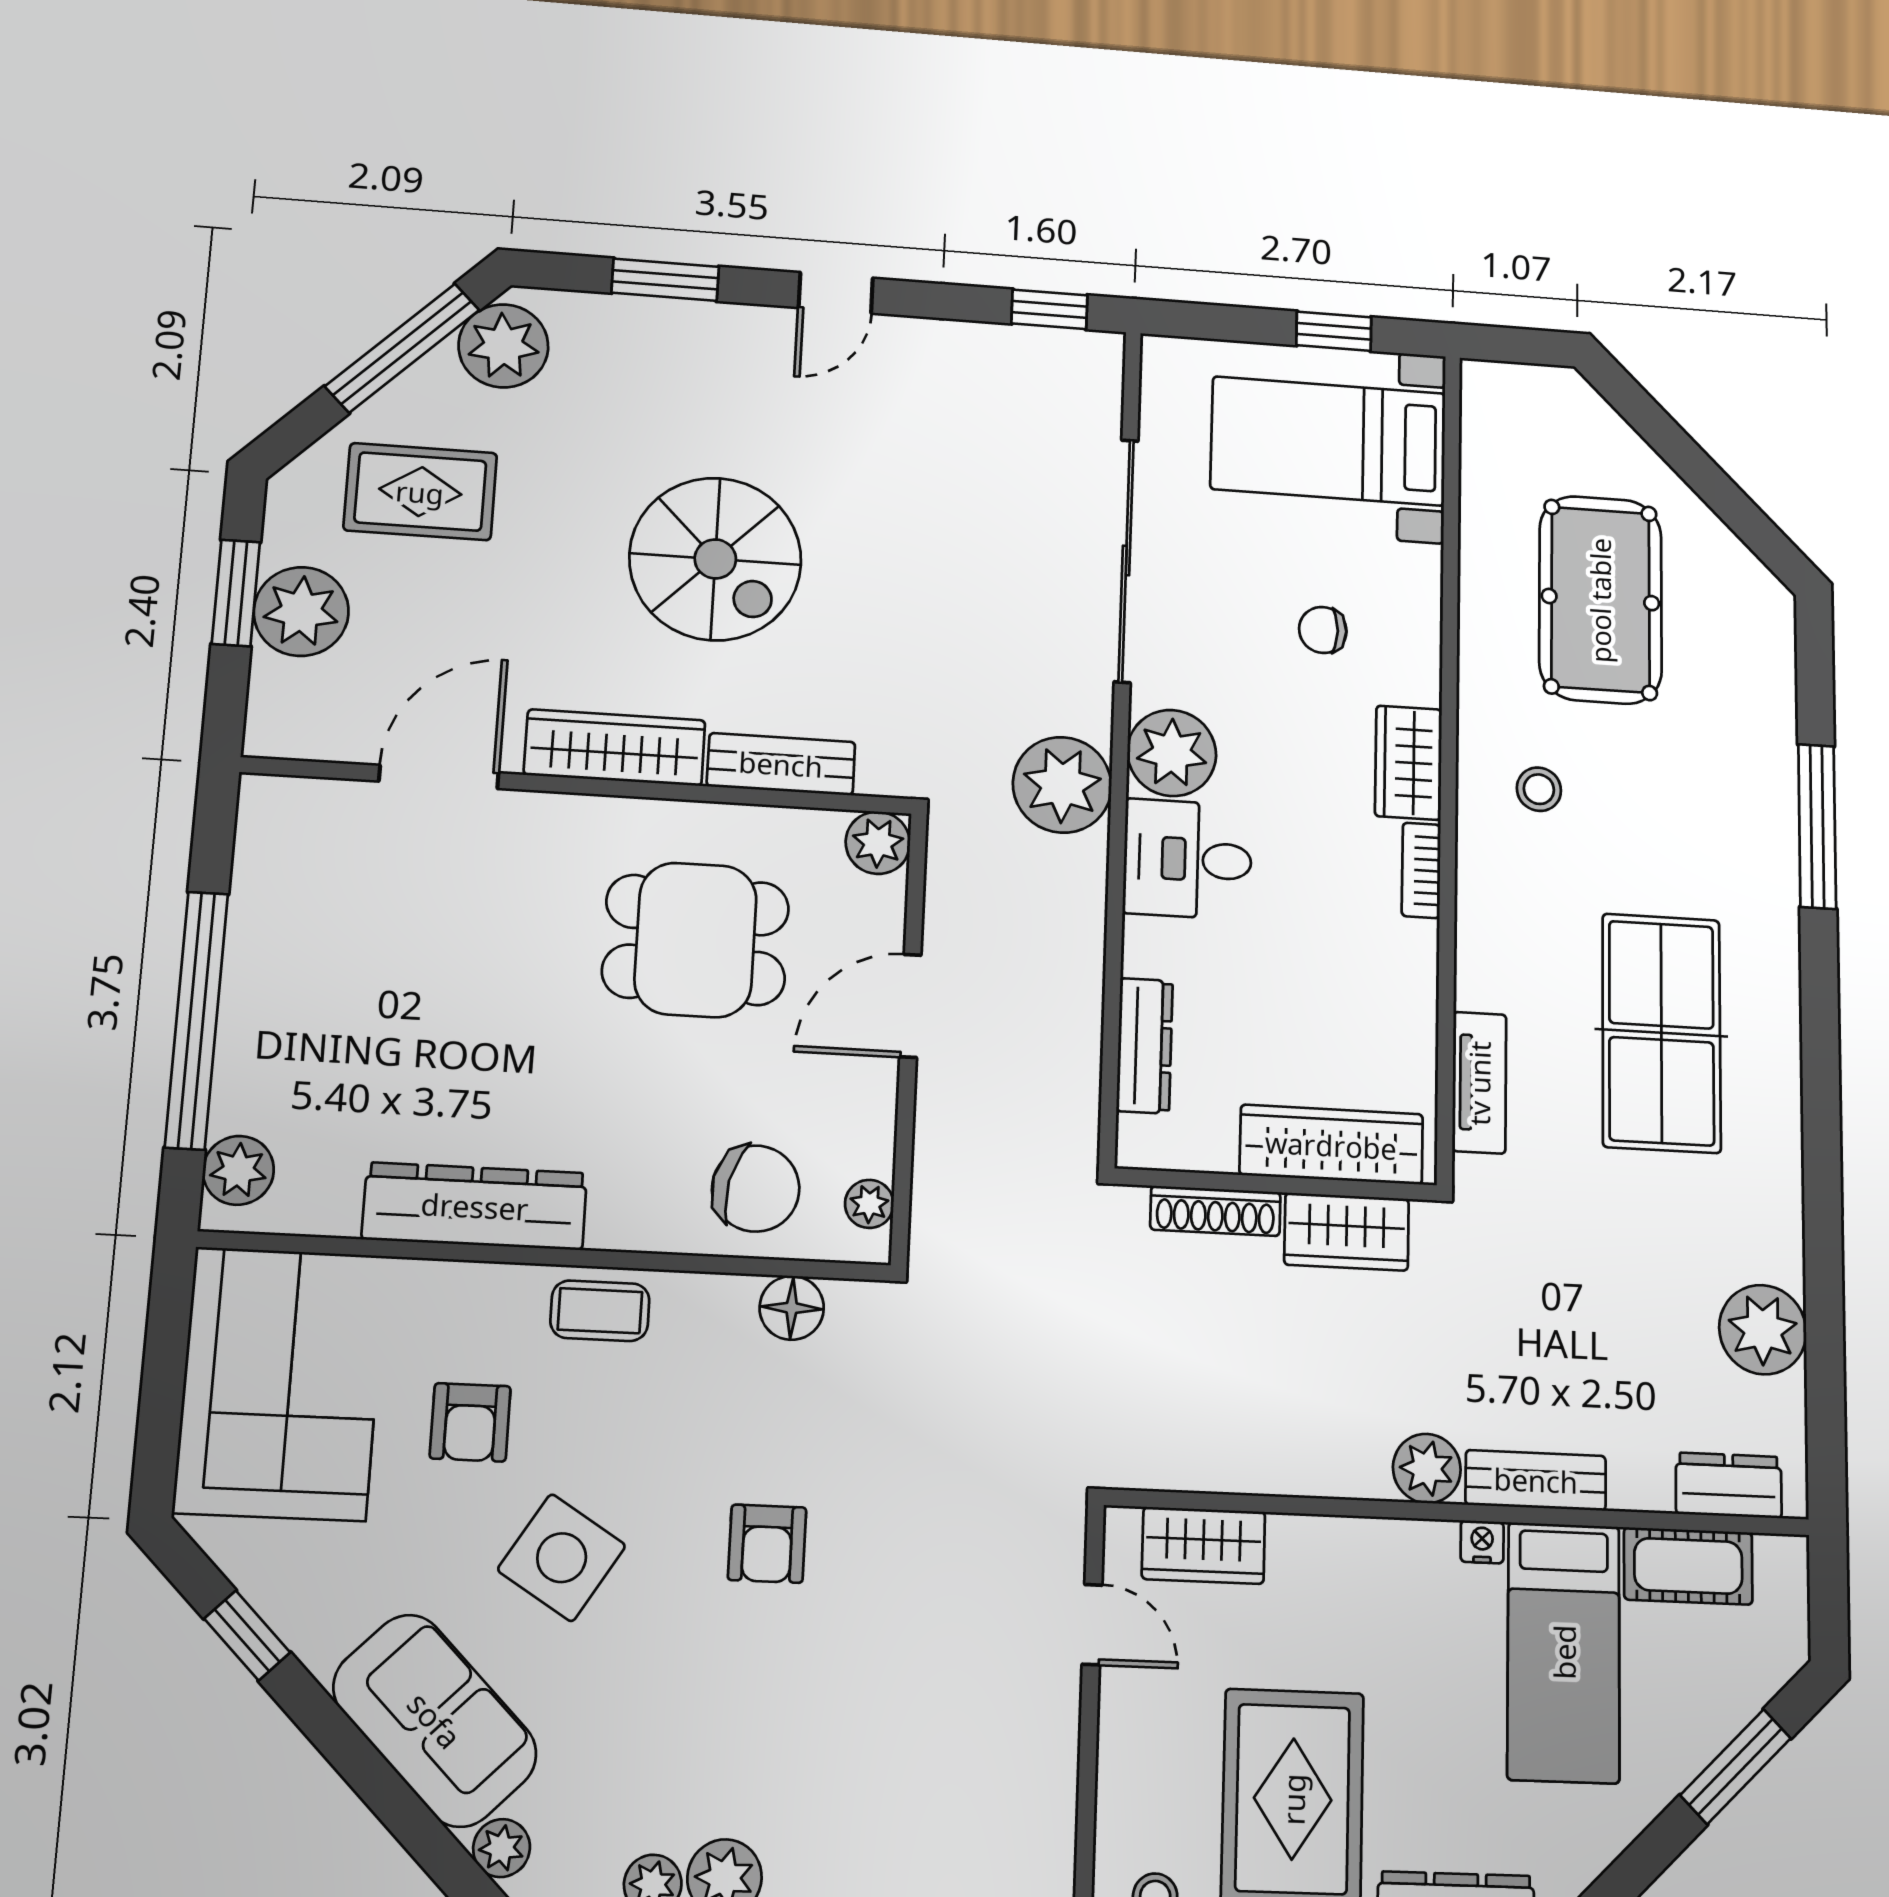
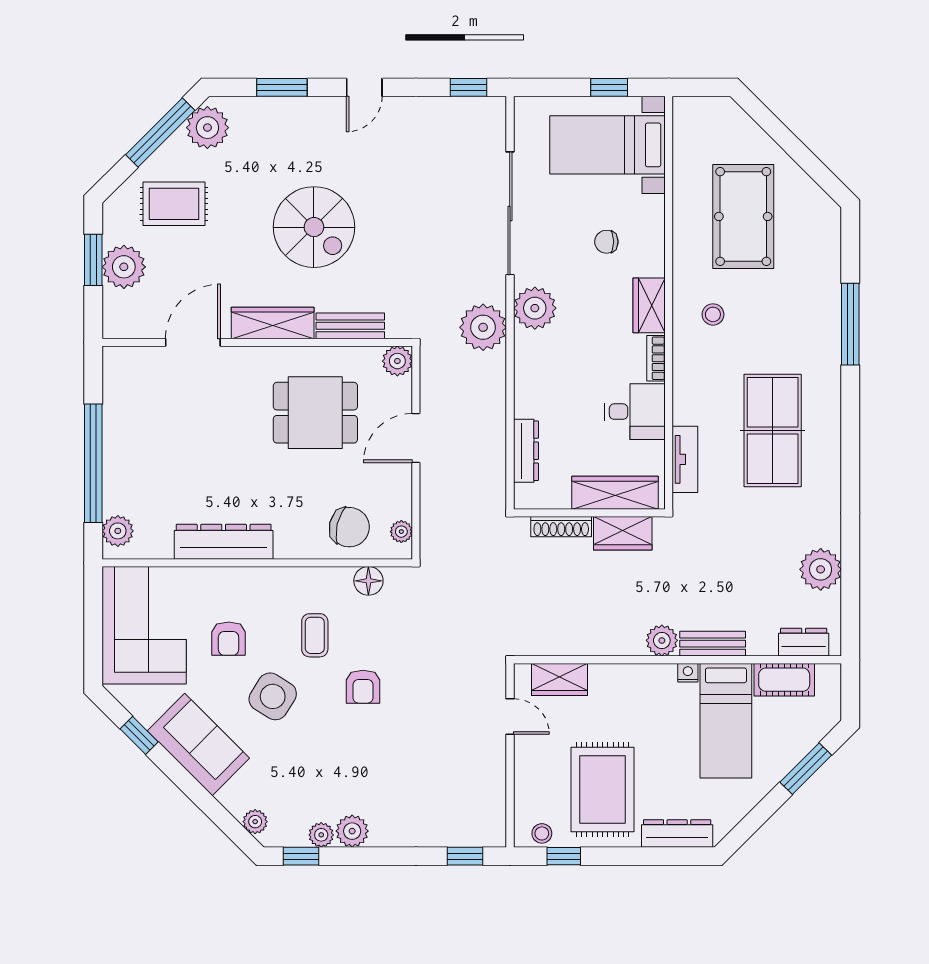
desk: (1188, 859) -> (635, 412), moved, turned 180
coffee table: (600, 1311) -> (315, 635), moved, turned 90
sofa: (435, 1720) -> (198, 744), moved

